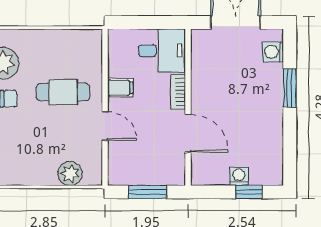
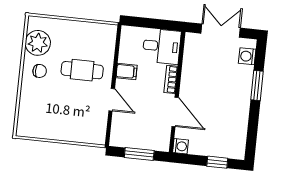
plant: (70, 174) -> (81, 134), removed
washing machine: (239, 176) -> (181, 146), moved, turned 90

